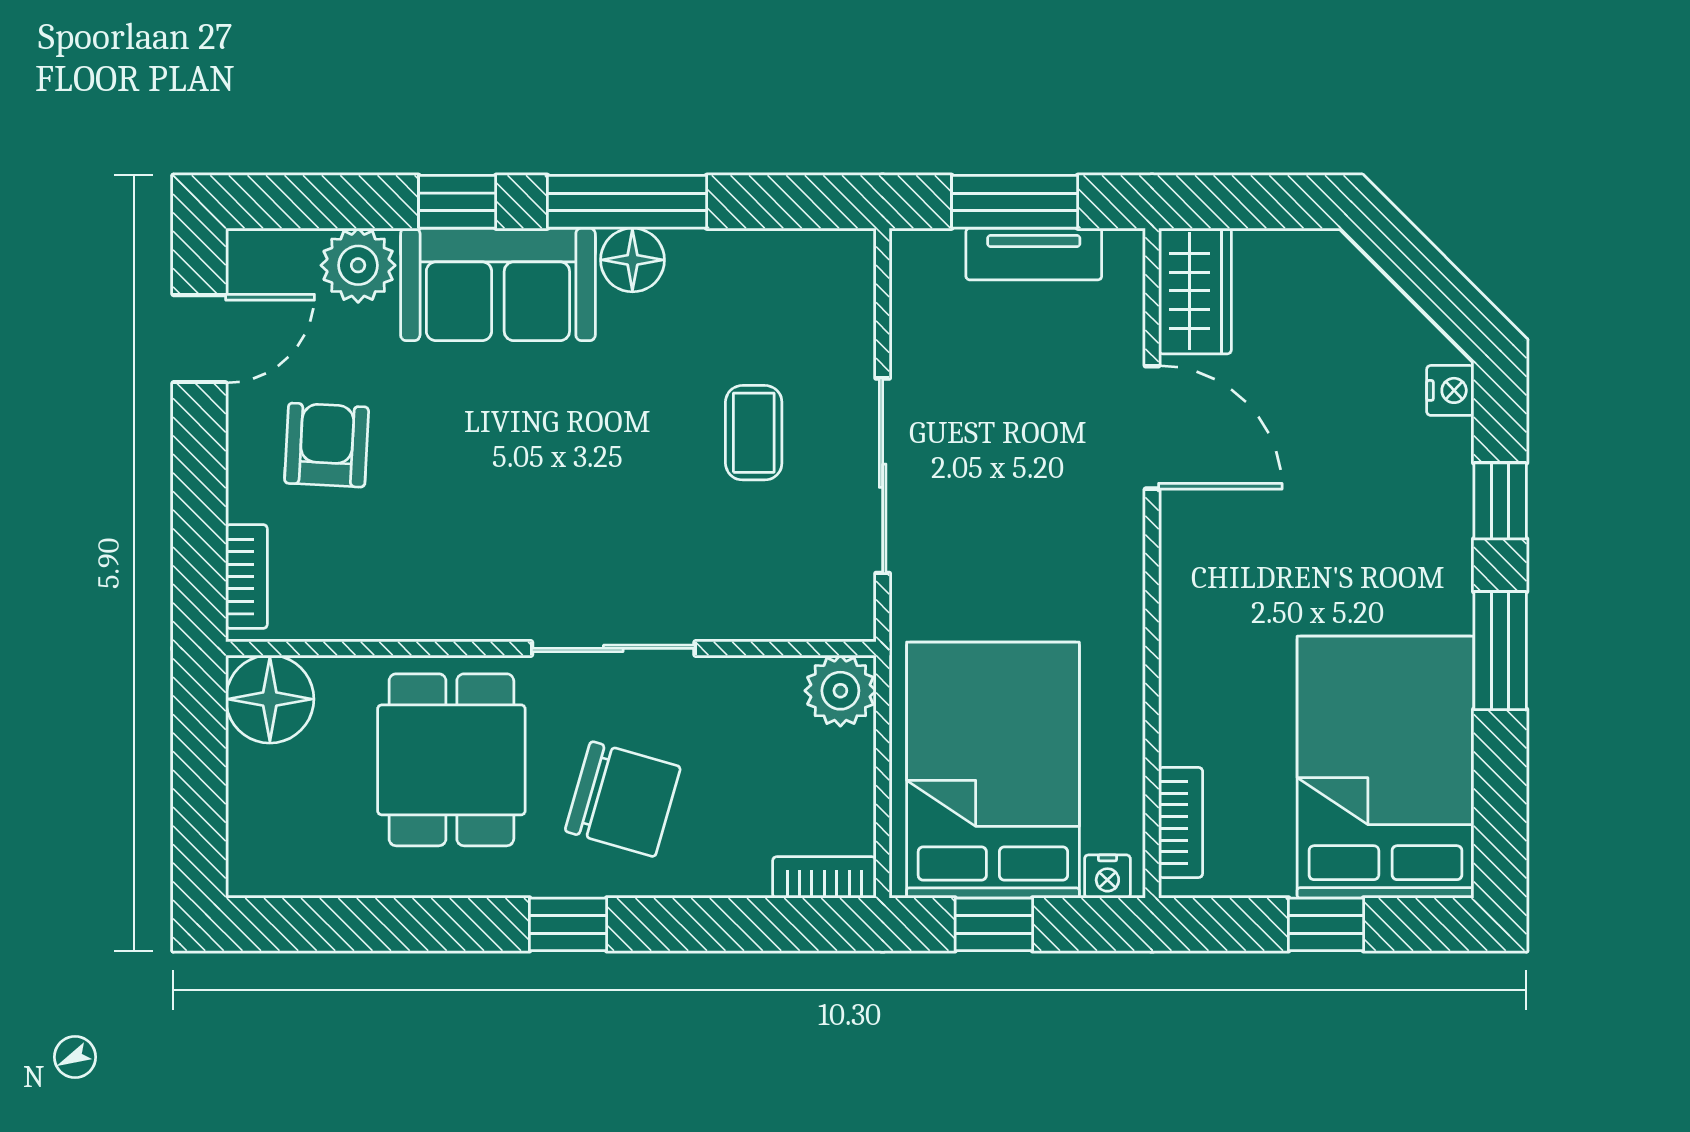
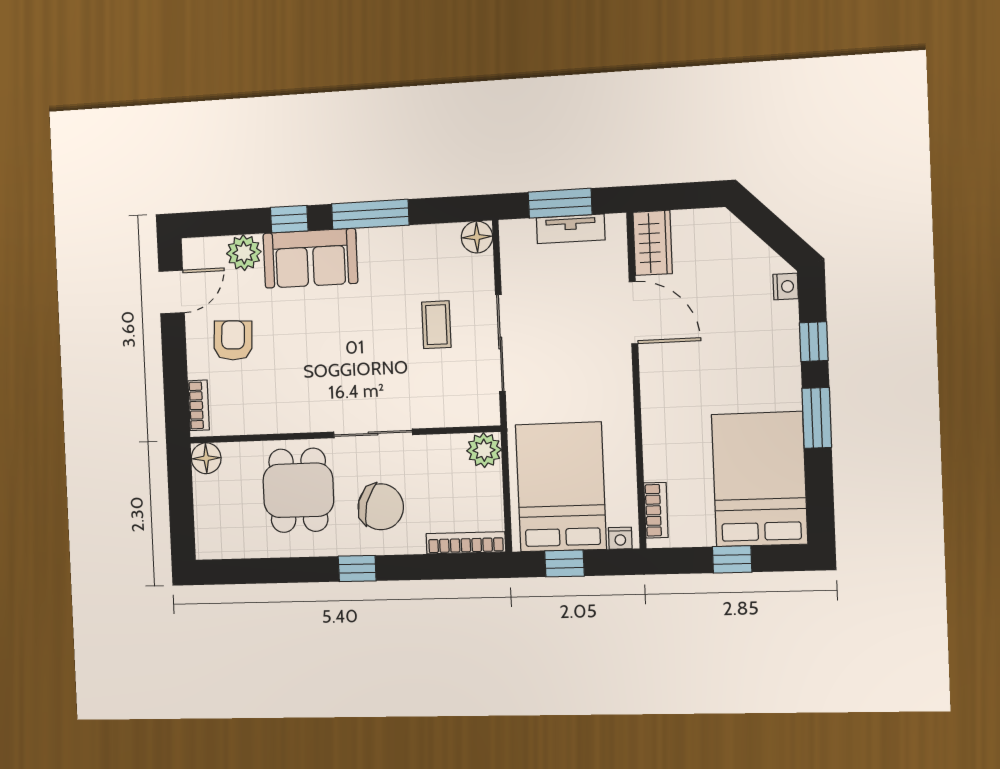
floor lamp: (632, 260) -> (477, 237), moved
floor lamp: (270, 699) -> (206, 458), width x0.73, depth x0.73
bookcase: (824, 877) -> (466, 543), width x1.56

